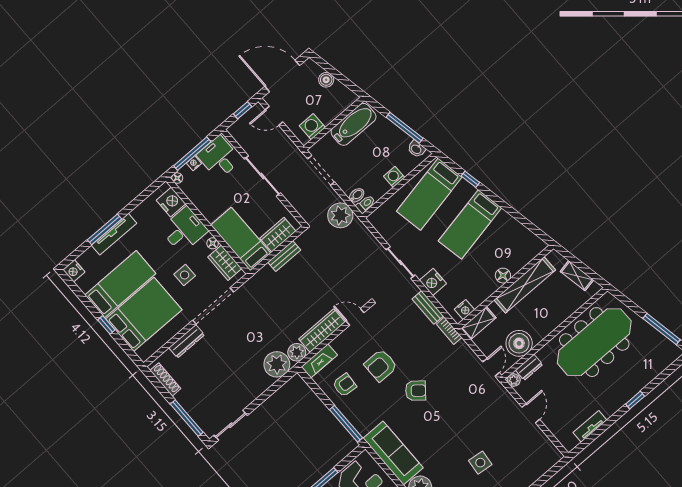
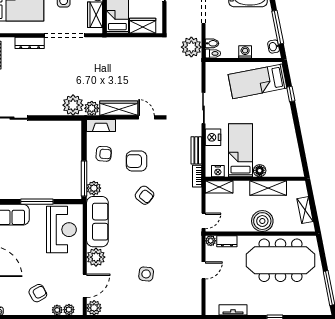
bed: (470, 224) -> (241, 150), moved, turned 101
bench: (284, 256) -> (135, 42), removed
shelving: (525, 285) -> (268, 188), width x0.68
boiler: (519, 343) -> (262, 221), moved
plant: (363, 425) -> (94, 188), added

